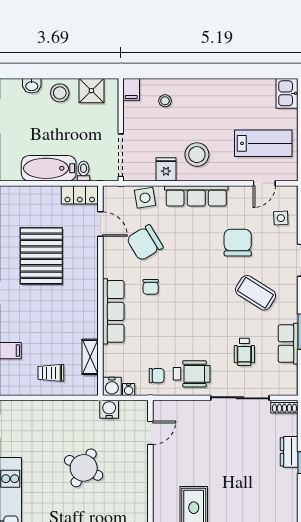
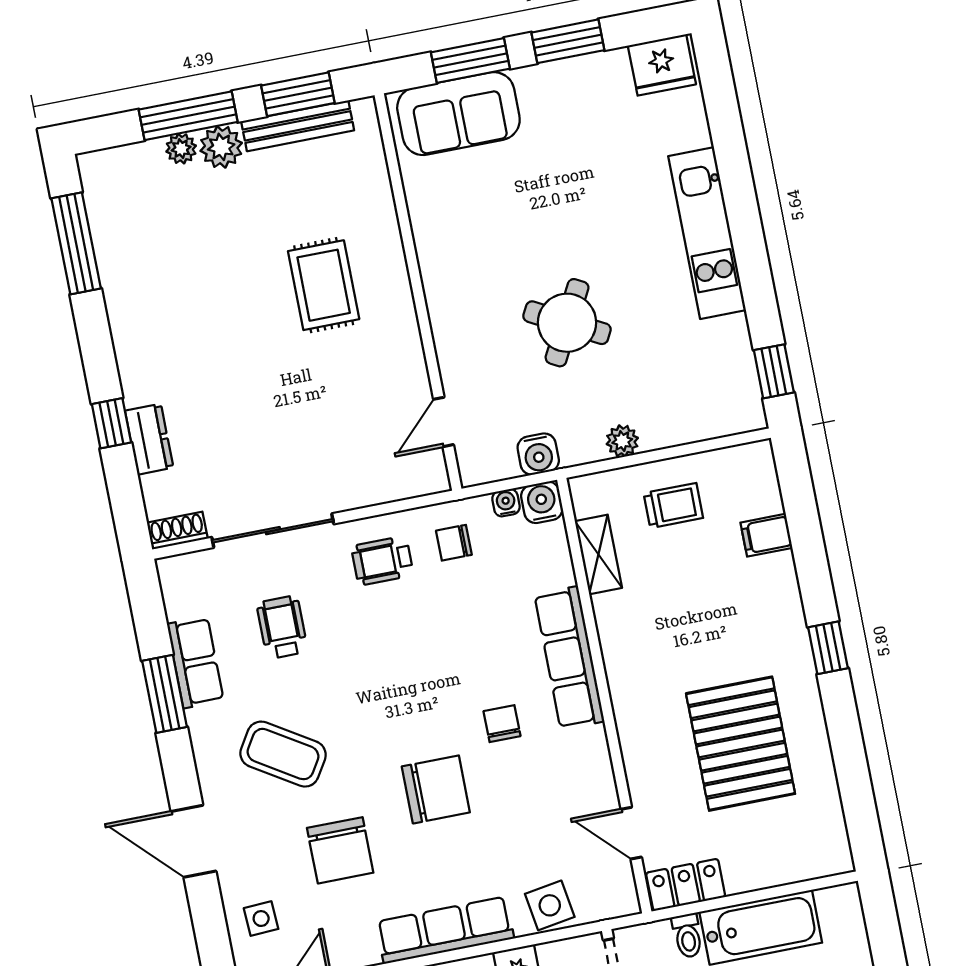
chair: (145, 243) -> (436, 789), moved, turned 31
wheelchair: (192, 374) -> (382, 561), width x0.73, depth x0.73
plant: (69, 408) -> (622, 441), added

